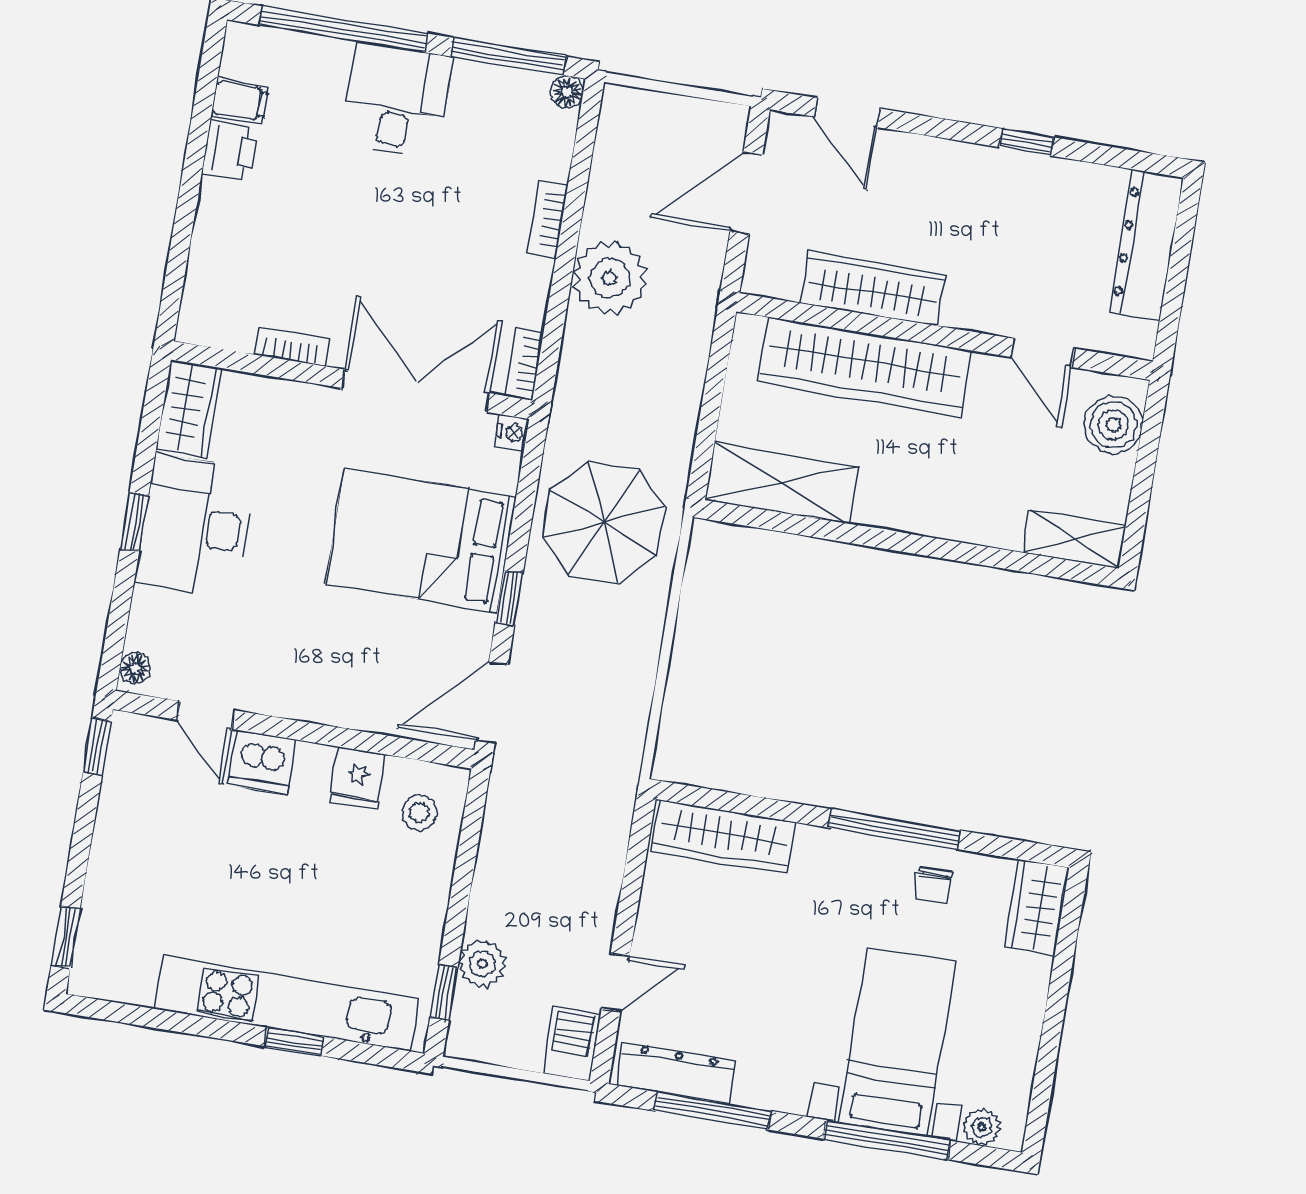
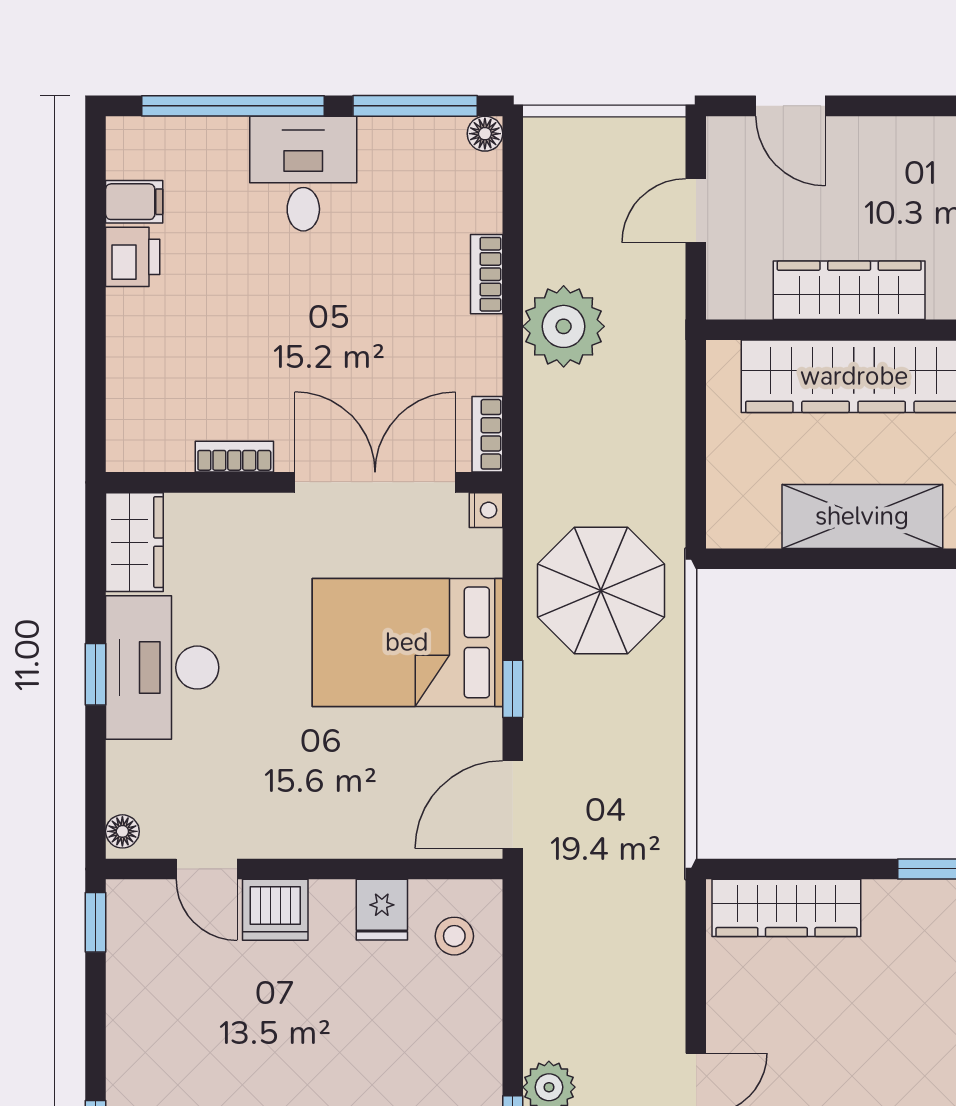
door: (746, 193) -> (696, 211), width x0.73
shelving: (782, 483) -> (862, 516), moved

